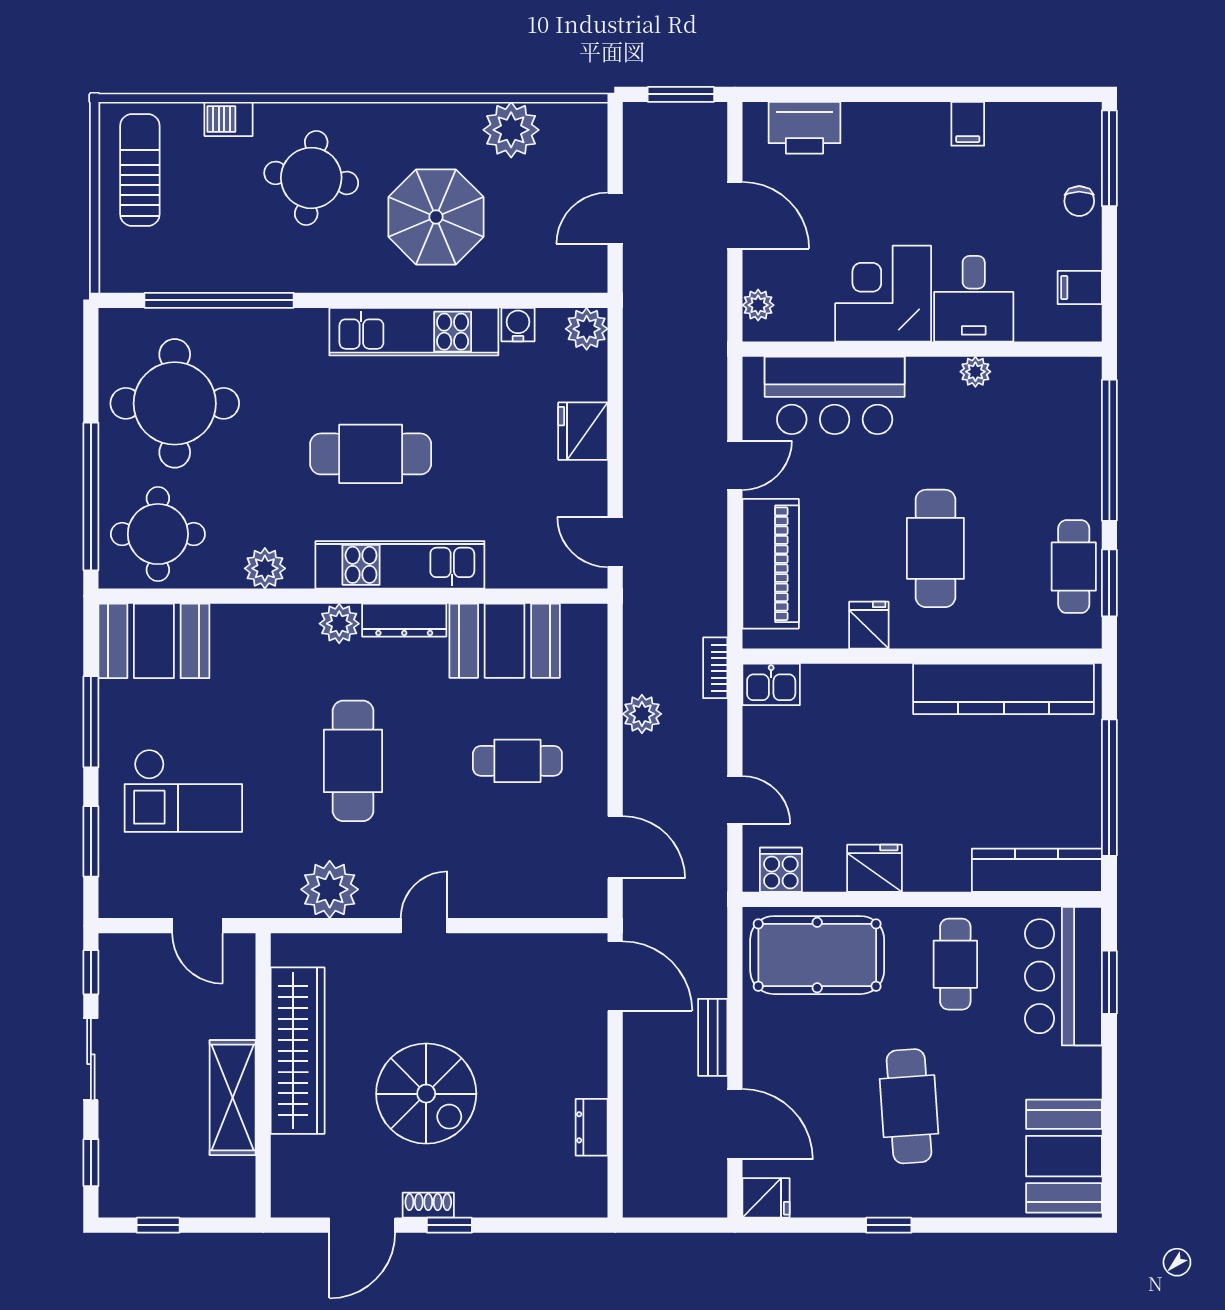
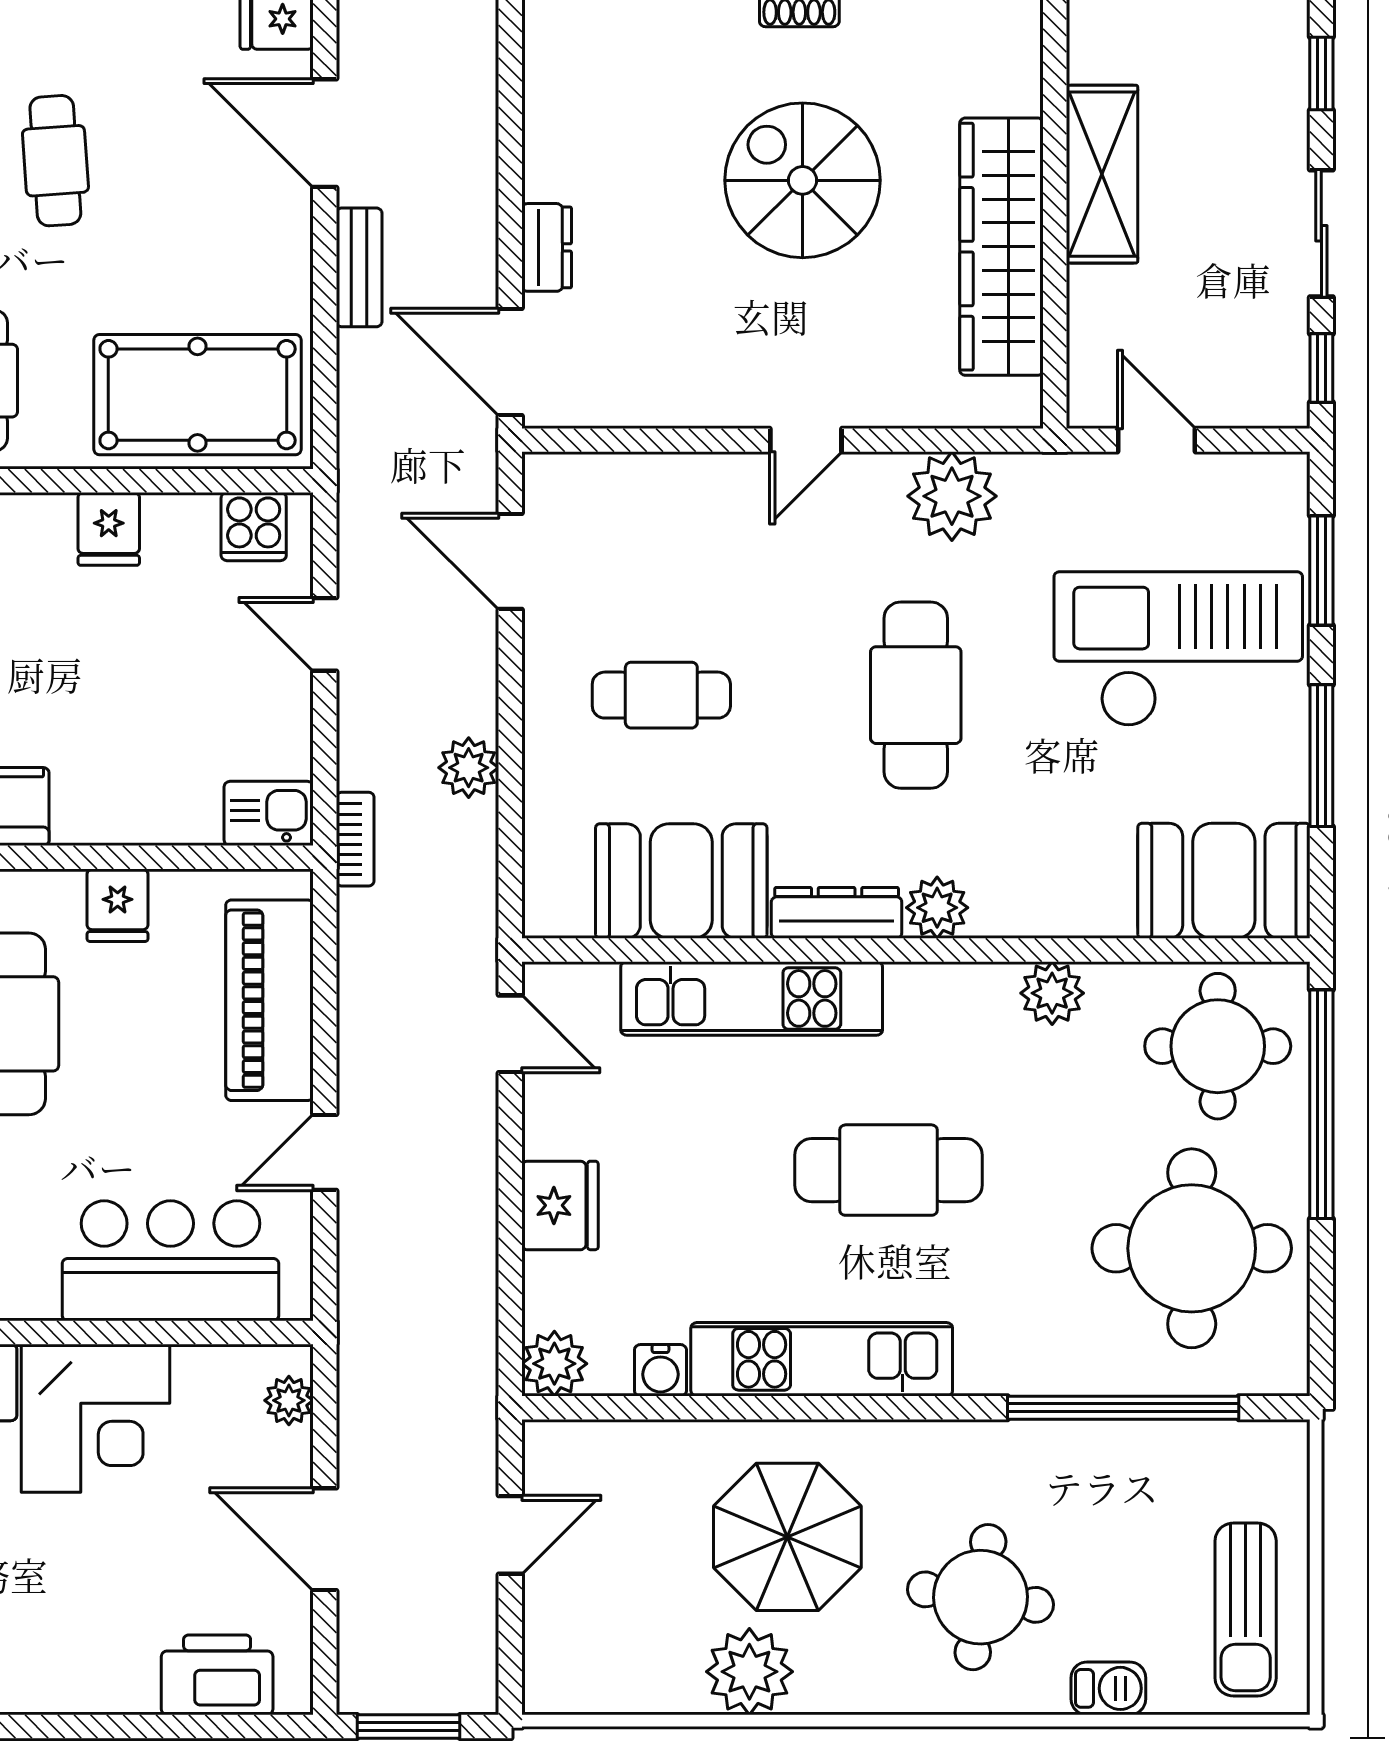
plant: (511, 130) -> (749, 1672), moved
kitchen unit: (400, 565) -> (752, 998), moved
checkout: (183, 791) -> (1178, 649), width x1.36, depth x1.21
fridge: (875, 868) -> (109, 529), width x0.72
cafe table: (909, 1106) -> (55, 161), width x0.73, depth x0.74
dresser: (592, 1127) -> (547, 247), moved

